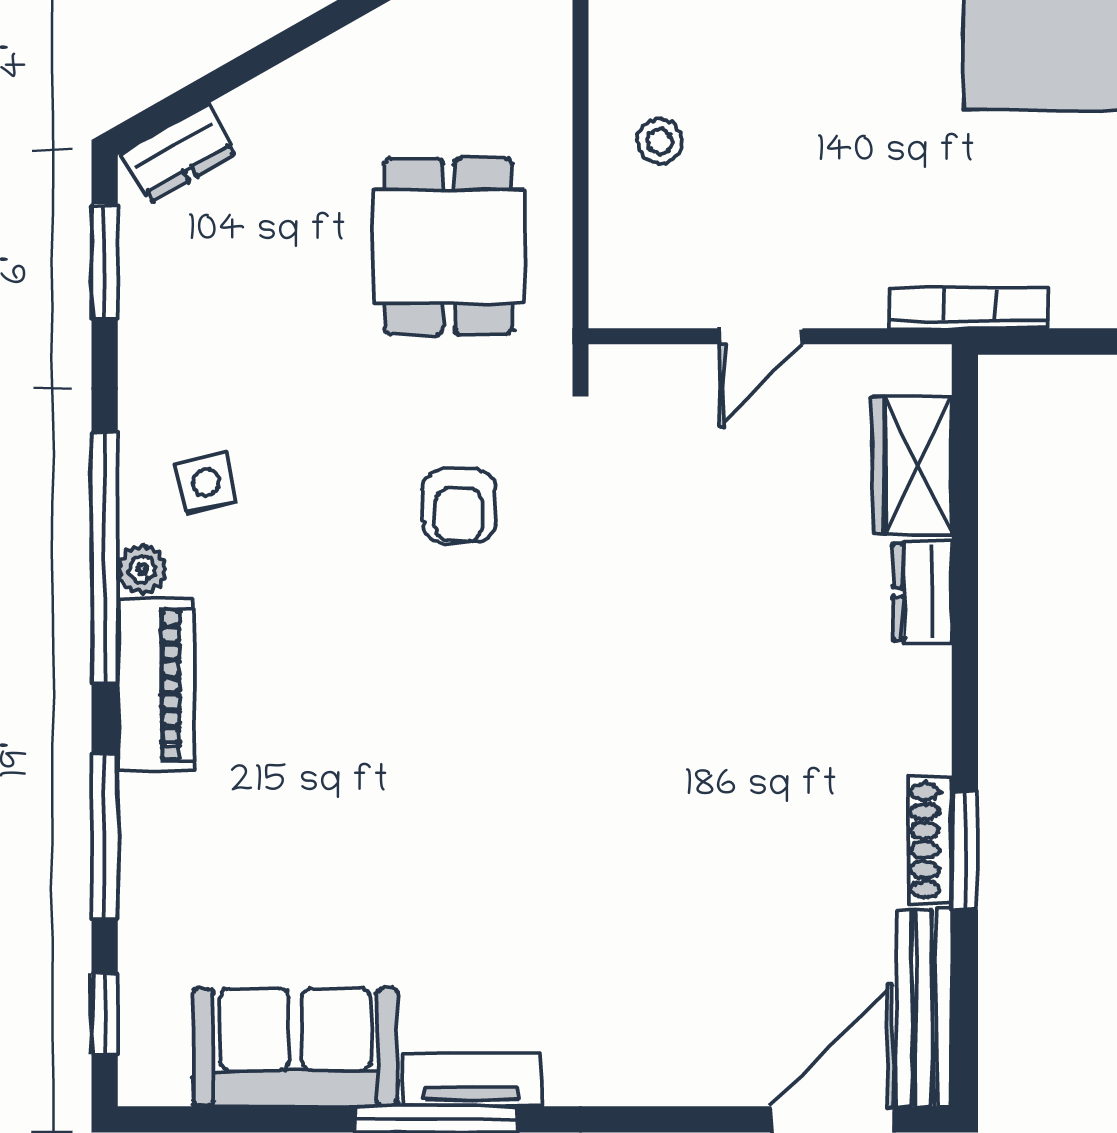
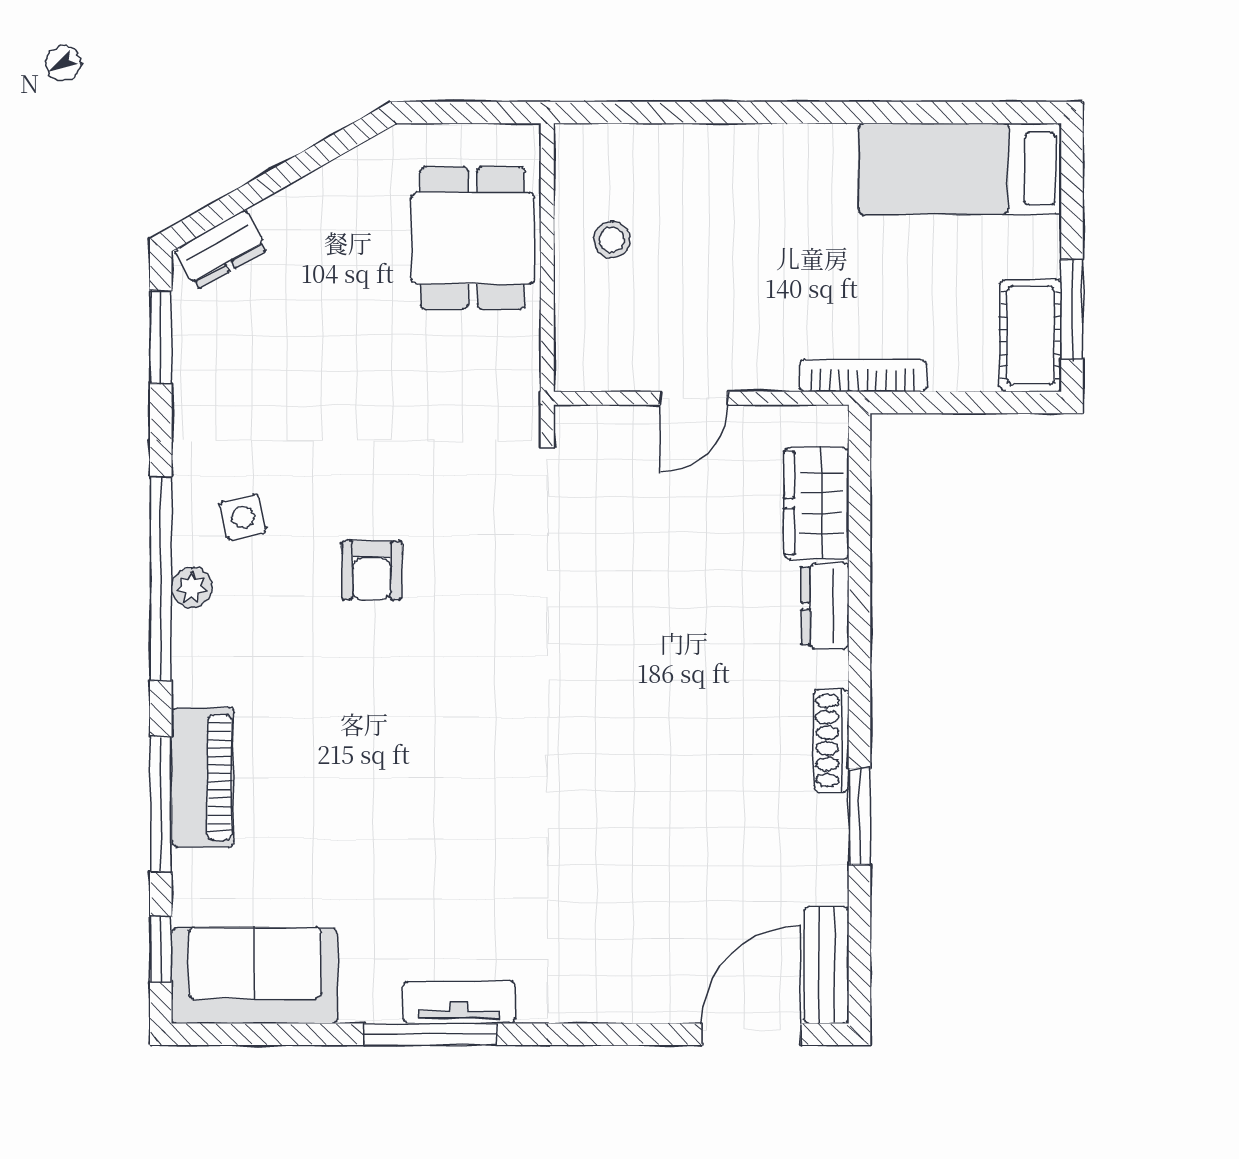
dining table: (449, 246) -> (473, 238), moved
armchair: (459, 506) -> (372, 570), moved
piano: (156, 685) -> (203, 777), moved
shoe rack: (930, 840) -> (831, 741), moved
bench: (924, 1008) -> (826, 965), width x0.73
sofa: (295, 1047) -> (255, 976), moved

